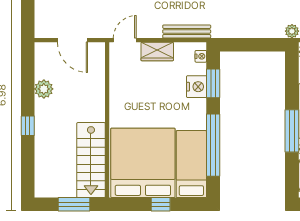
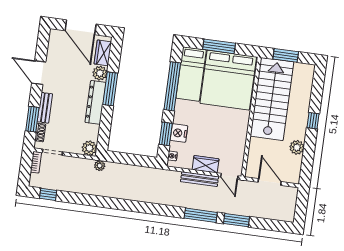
bench: (187, 31) -> (200, 179), moved
door: (125, 40) -> (229, 176), hinge flipped
stairs: (91, 160) -> (272, 99), width x1.36, depth x1.51
window: (161, 204) -> (219, 46), width x2.17

